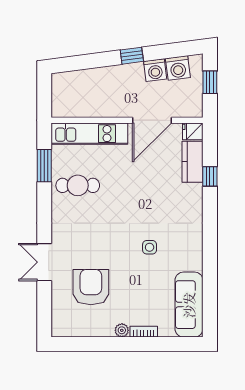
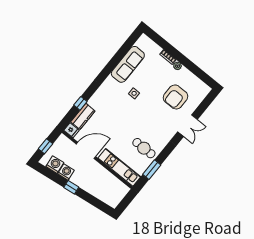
sofa: (189, 305) -> (128, 64), moved

